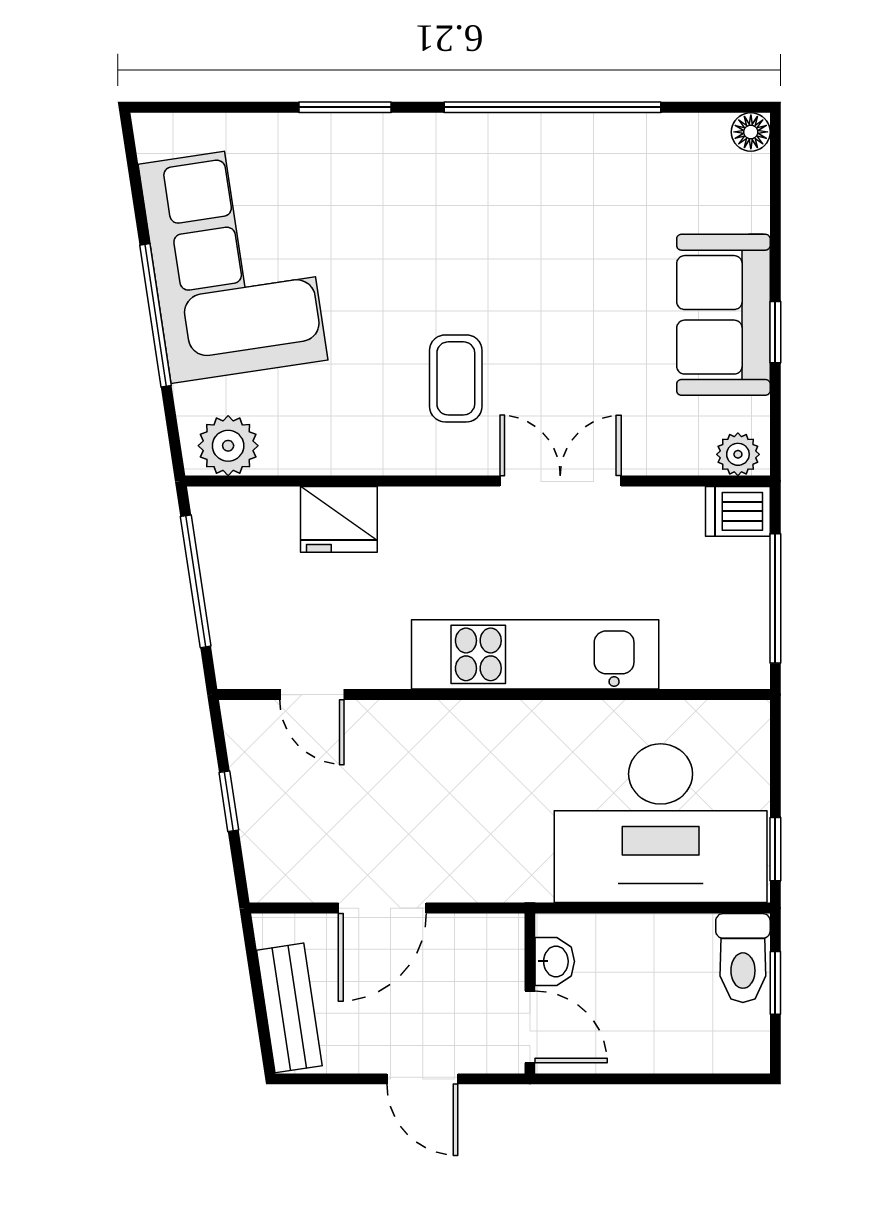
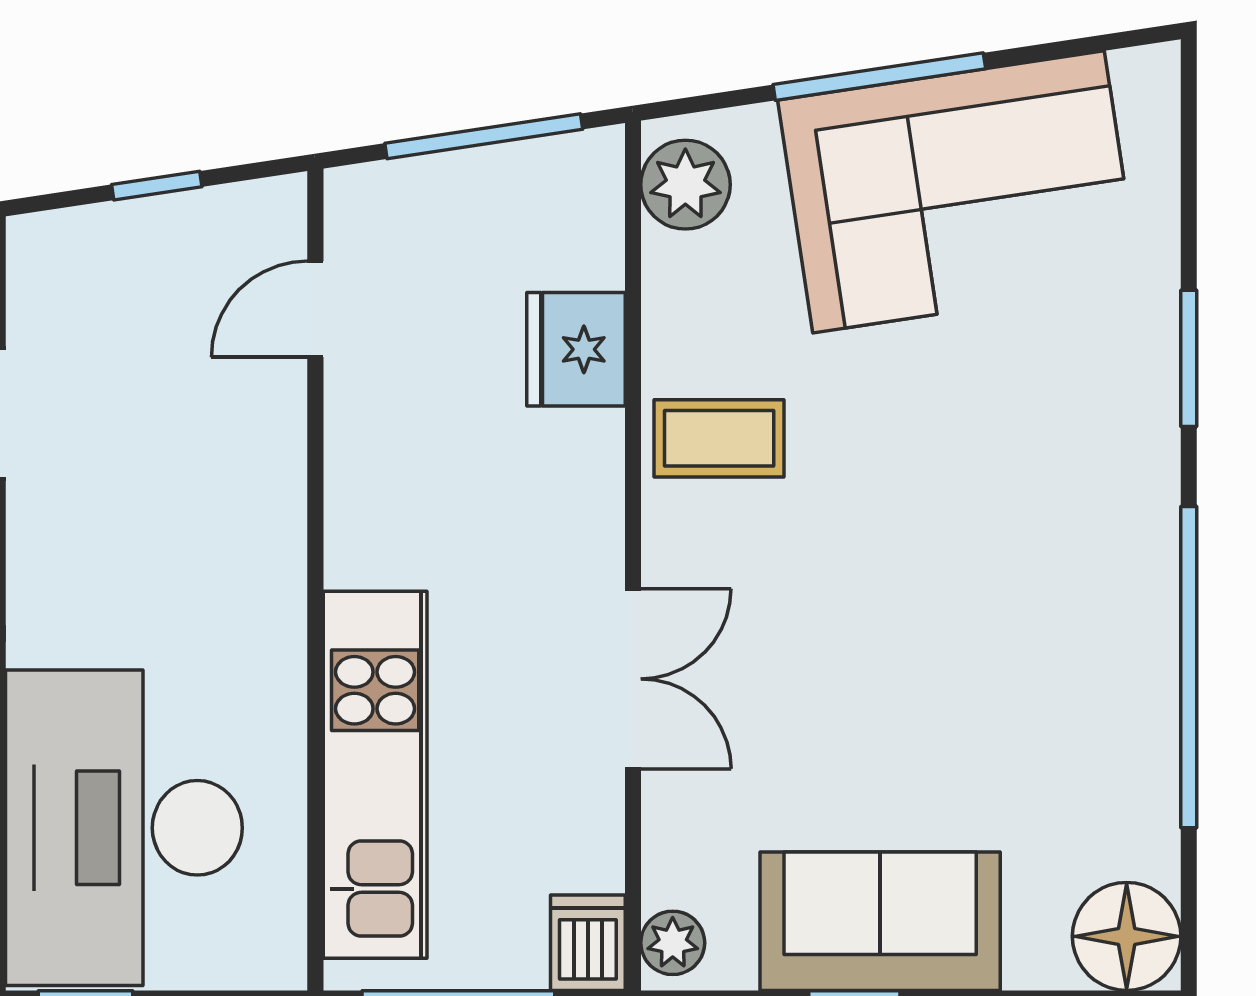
floor lamp: (751, 132) -> (1127, 936), width x1.89, depth x1.89
coffee table: (456, 378) -> (719, 438), moved
kitchen unit: (535, 654) -> (375, 775), moved

